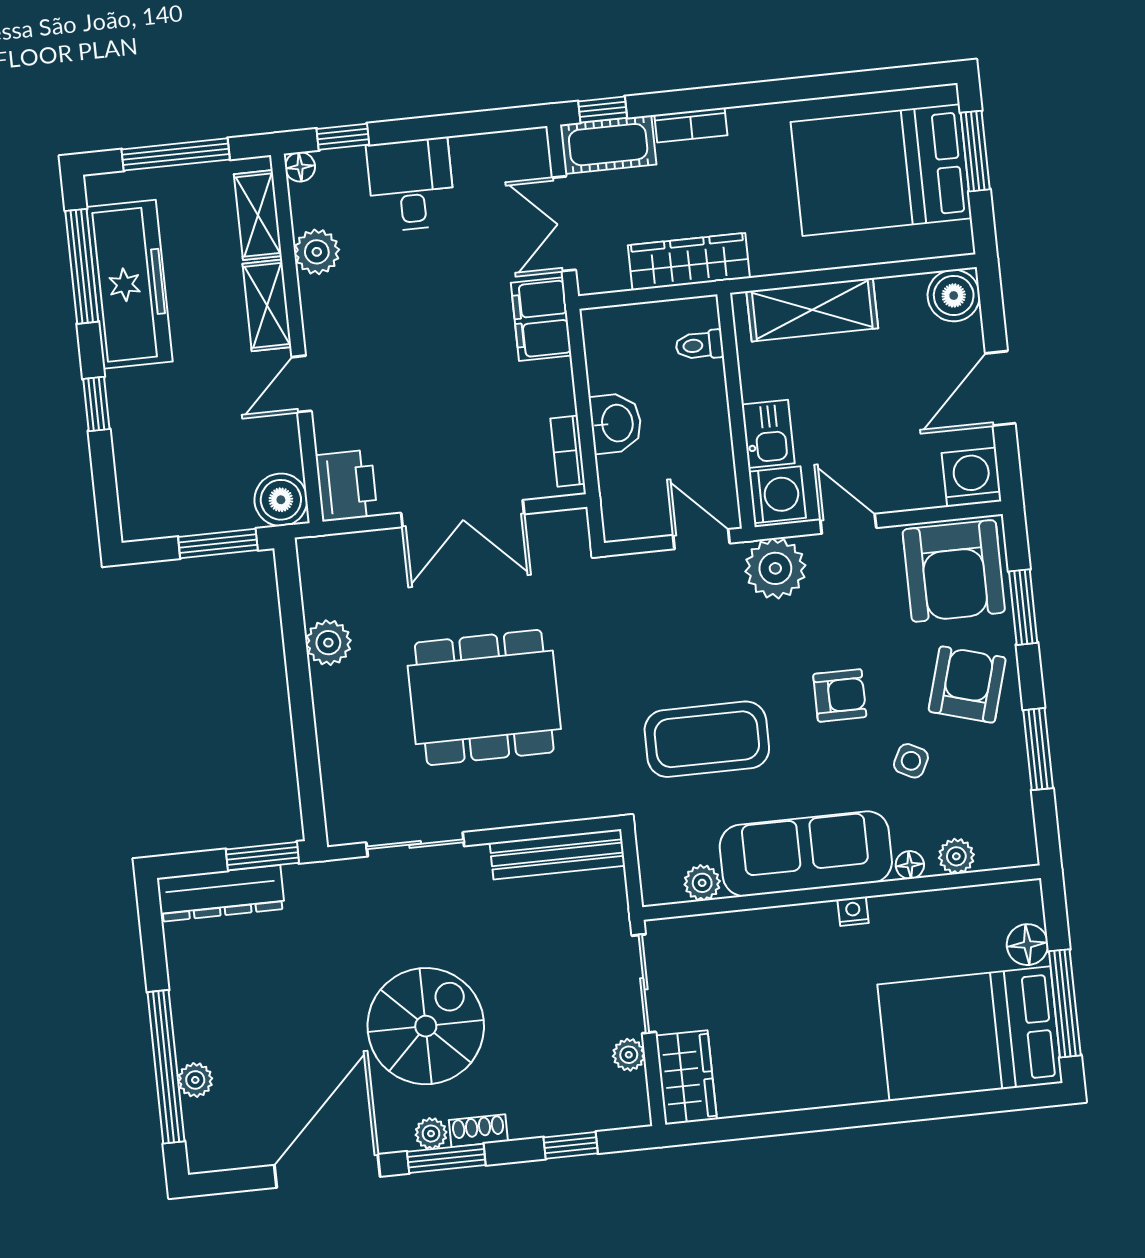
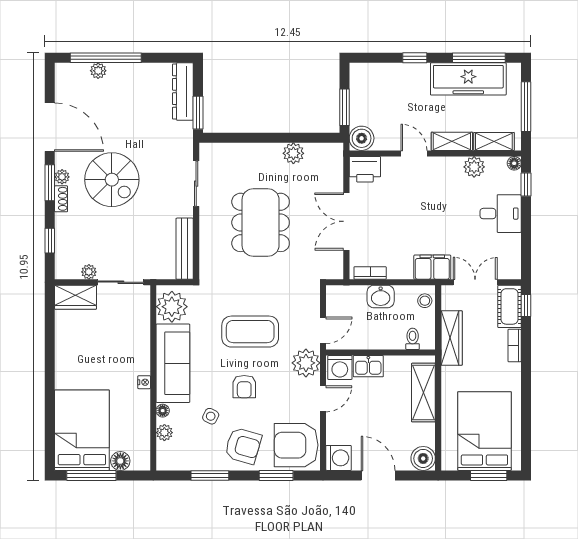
stool: (615, 328) -> (425, 301), added
coffee table: (707, 739) -> (250, 332), moved, turned 90
plant: (702, 883) -> (172, 307), width x1.87, depth x1.87

